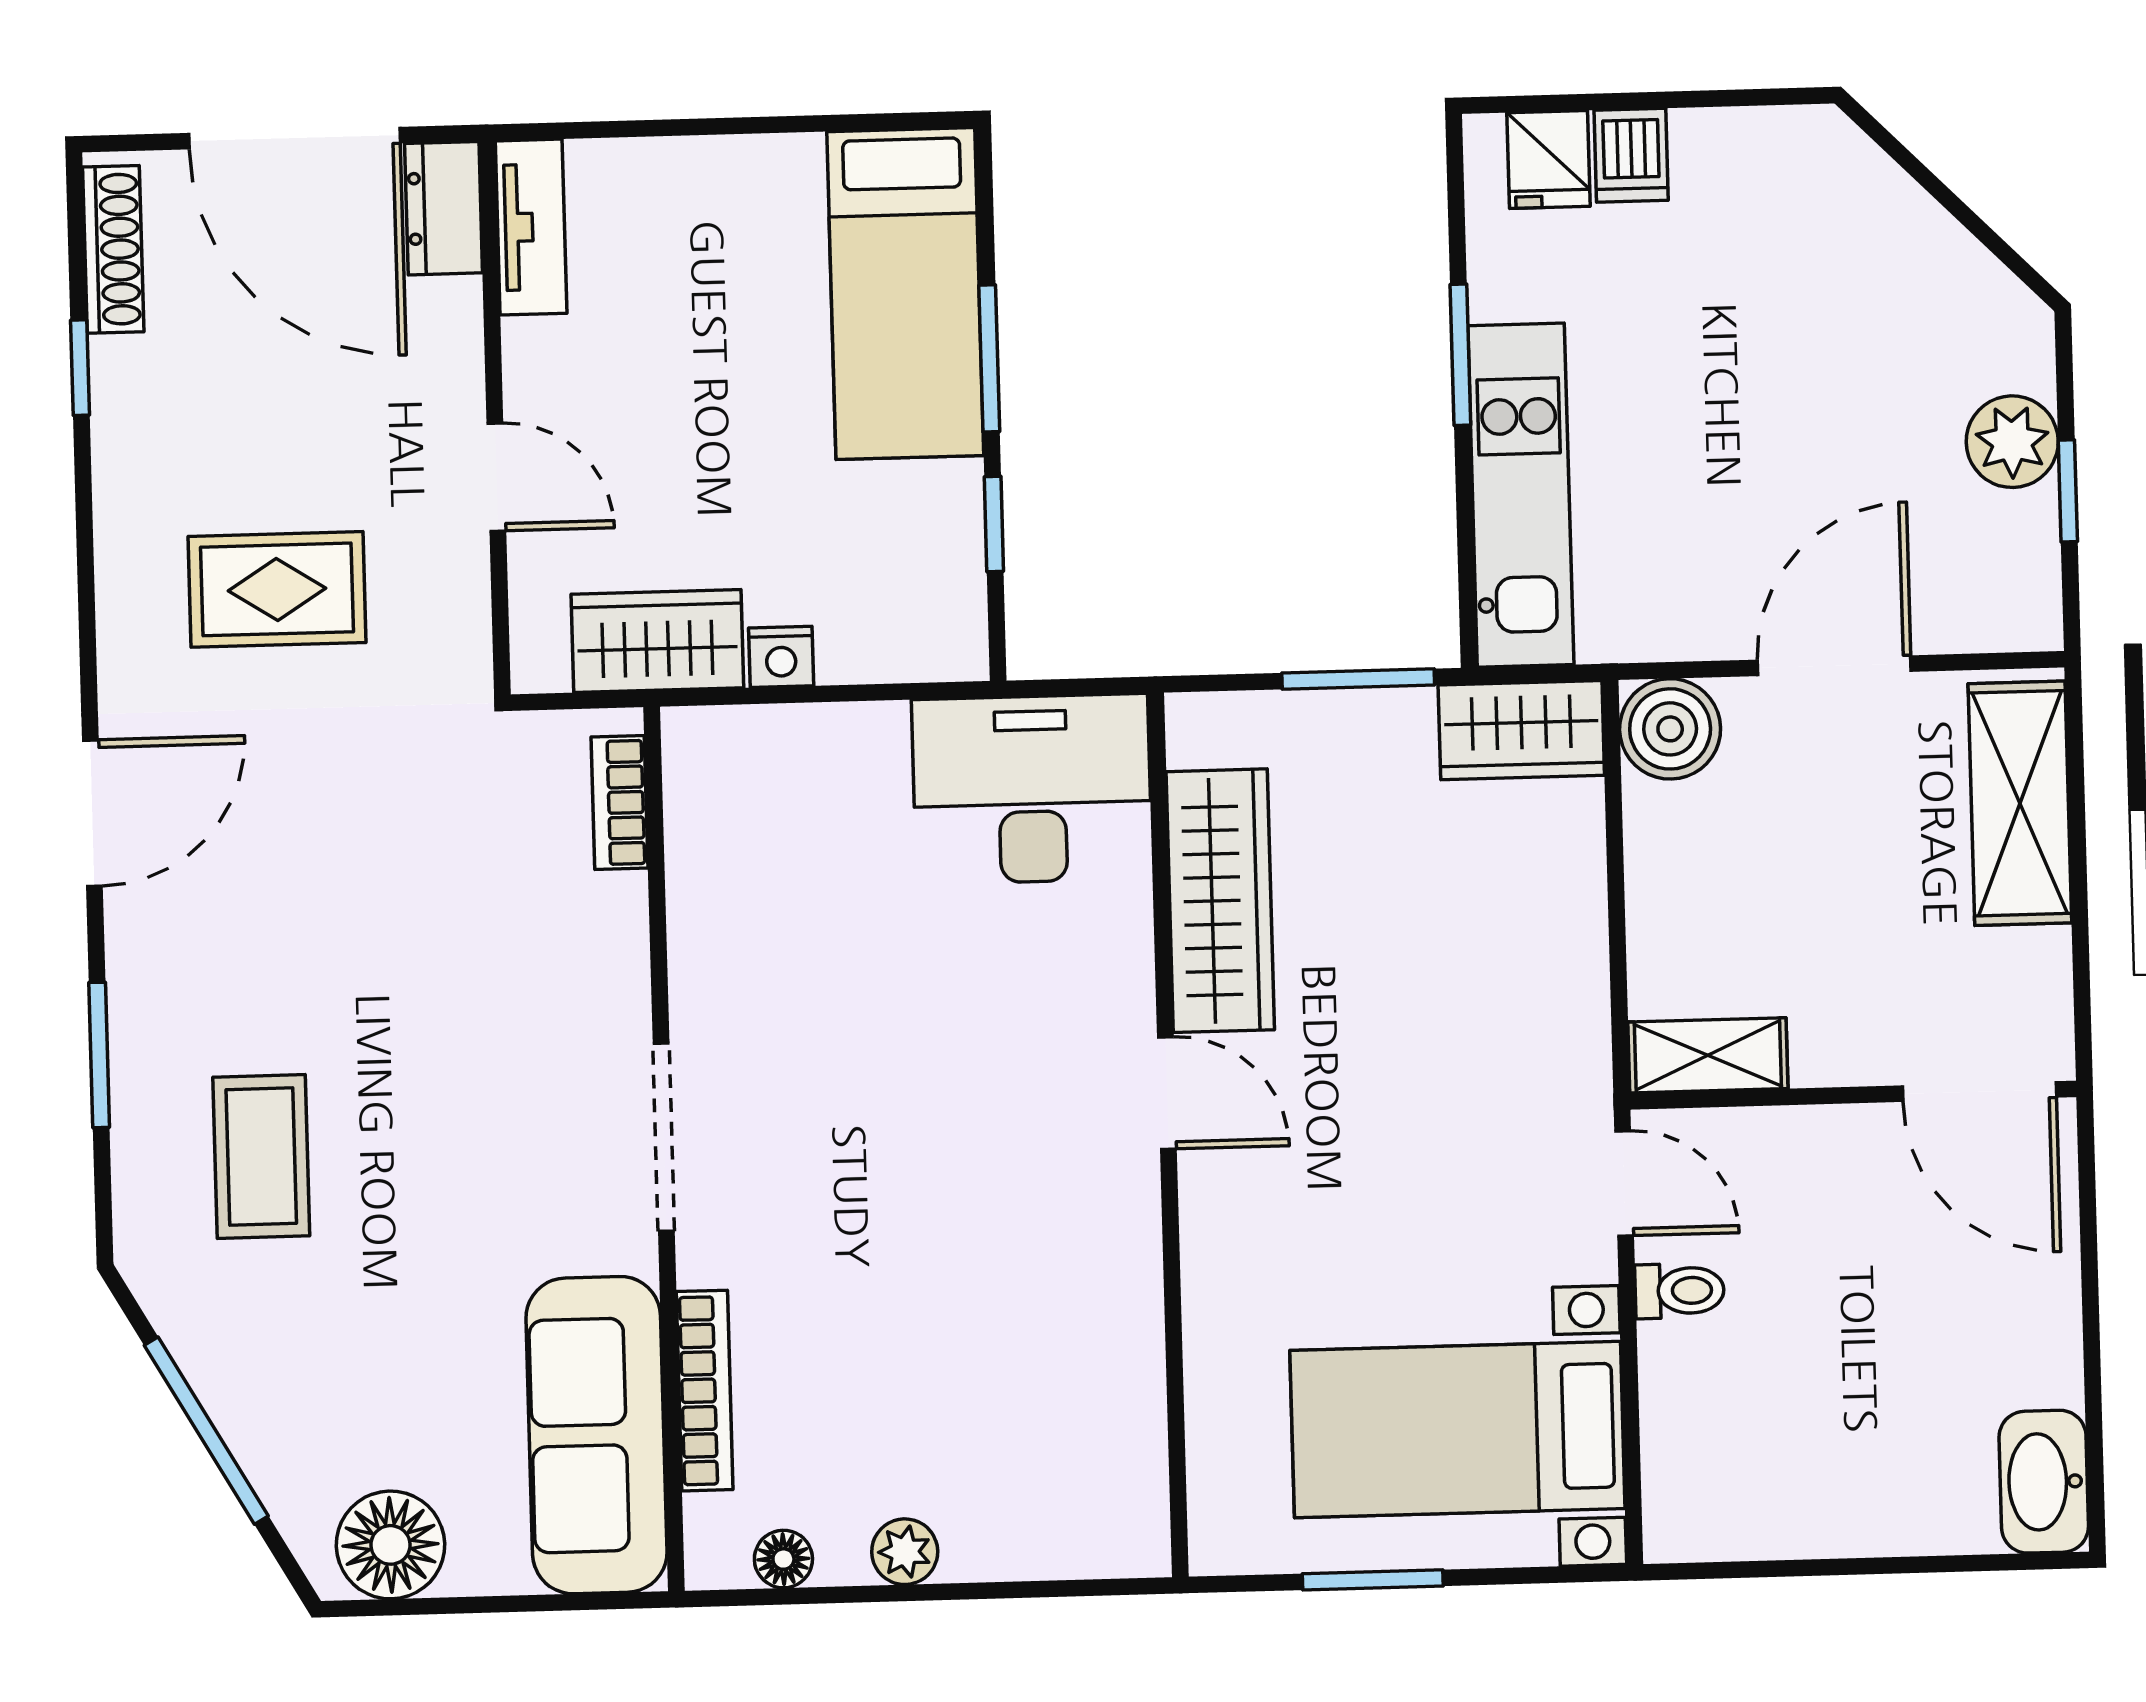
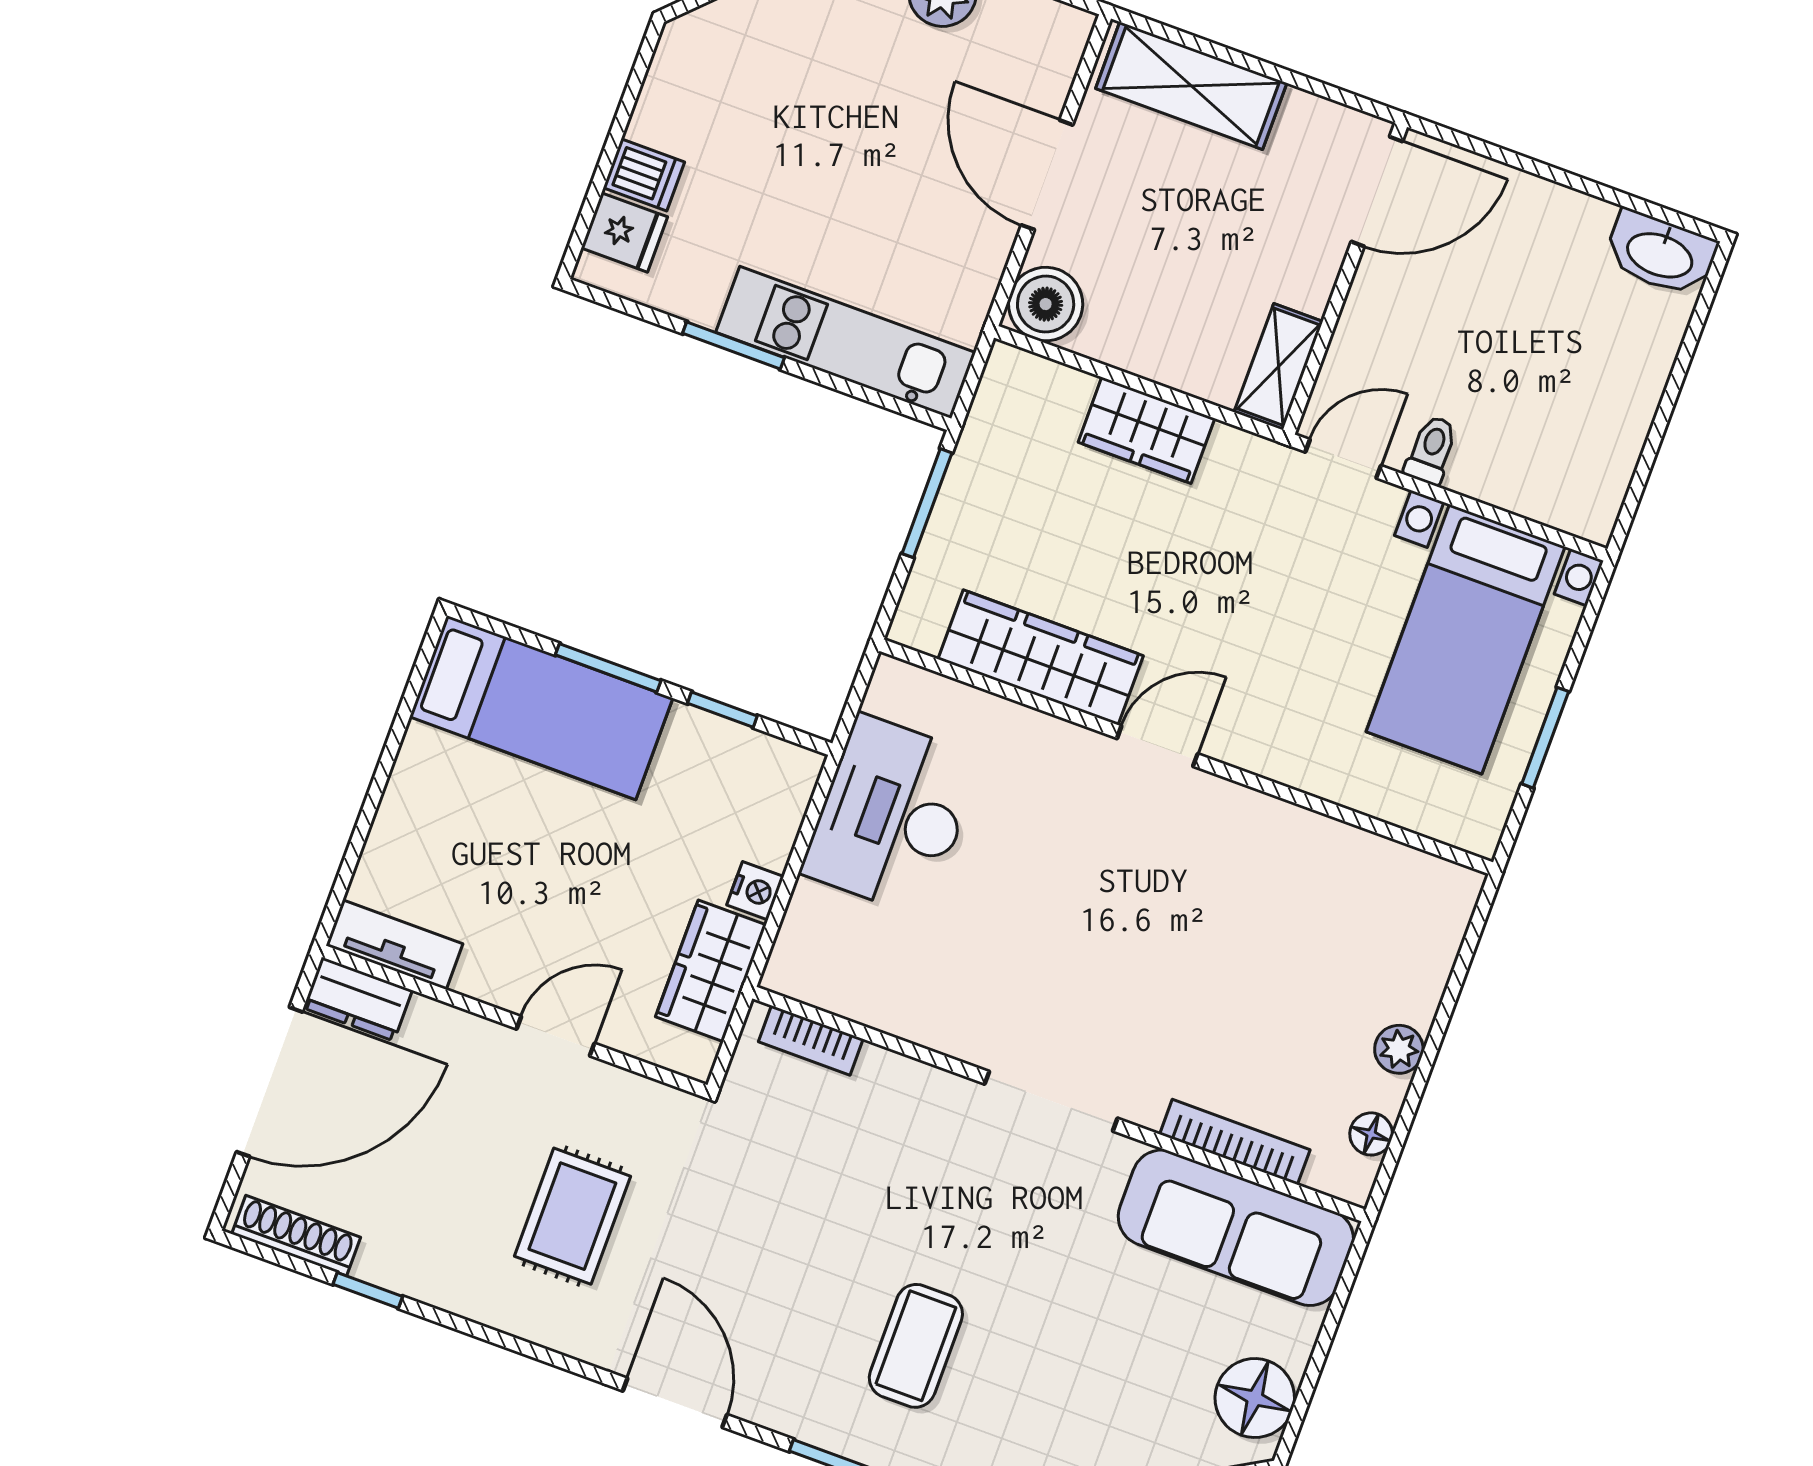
wardrobe: (1521, 730) -> (1146, 430), moved, turned 90
desk: (1032, 789) -> (892, 815), moved
coffee table: (261, 1156) -> (916, 1346), moved, turned 90

